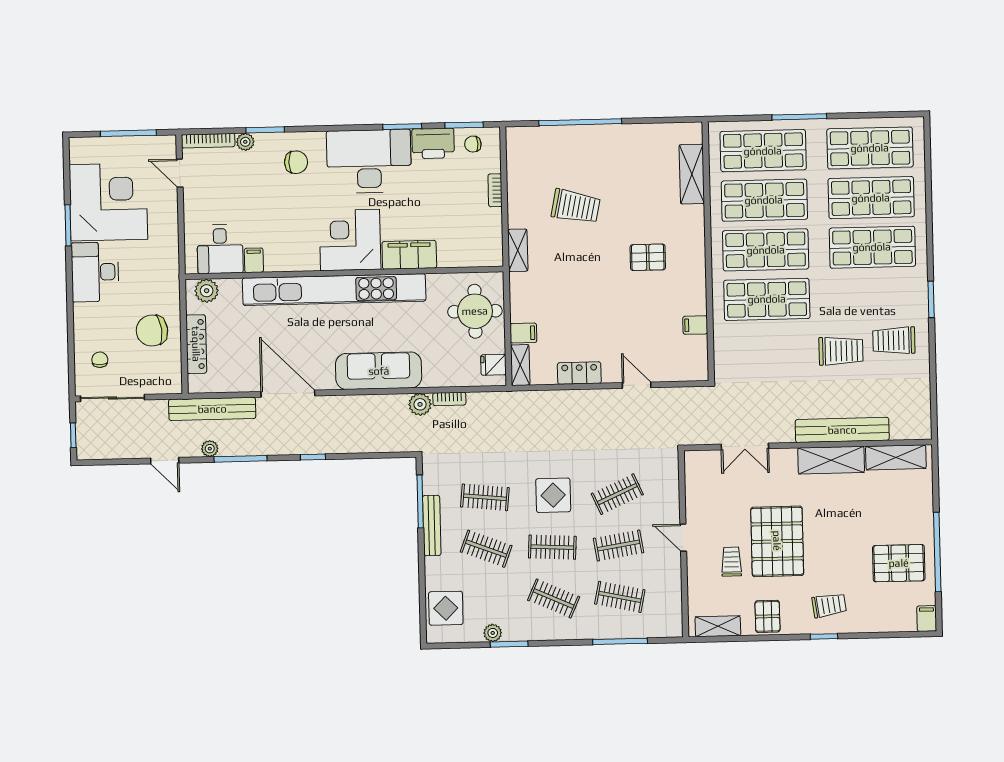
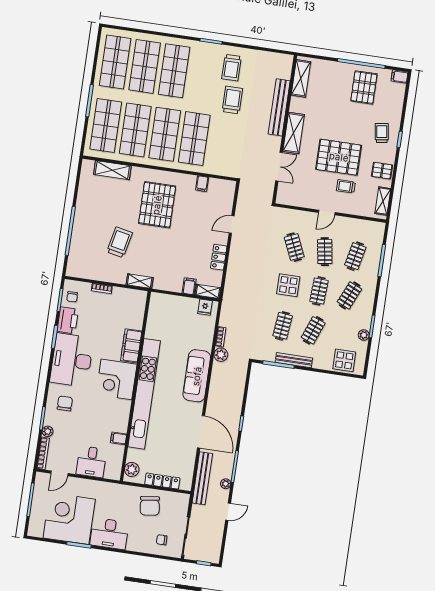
desk: (220, 249) -> (91, 462), moved, turned 90
pallet: (648, 257) -> (157, 205), width x2.05, depth x2.00
round table: (475, 311) -> (171, 313), removed
door: (288, 394) -> (201, 432), swing flipped
shelving: (831, 460) -> (294, 133), moved

